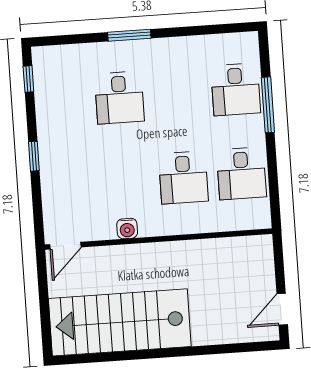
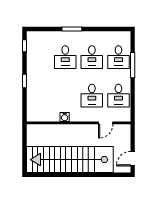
desk: (177, 94) -> (92, 57), added
door: (65, 246) -> (106, 123), moved
stairs: (120, 322) -> (70, 160), width x1.36

